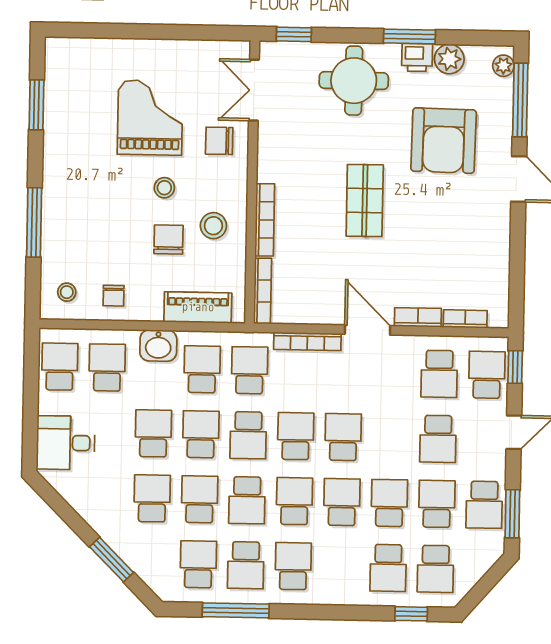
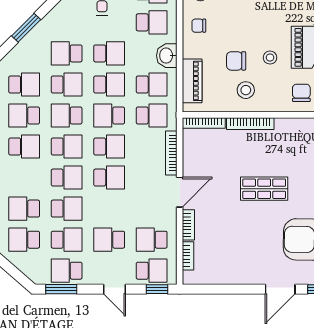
chair: (169, 240) -> (236, 61), turned 180
school desk: (152, 498) -> (67, 53), turned 180

